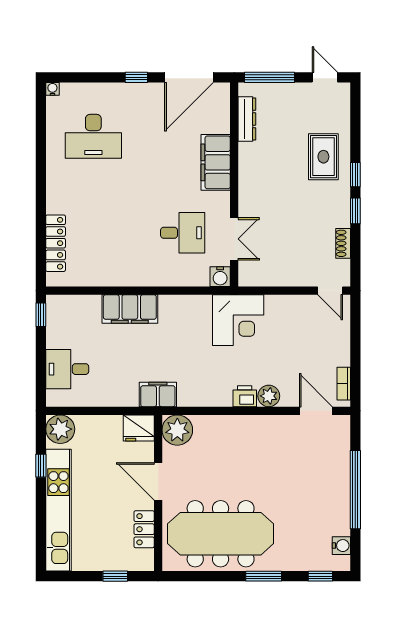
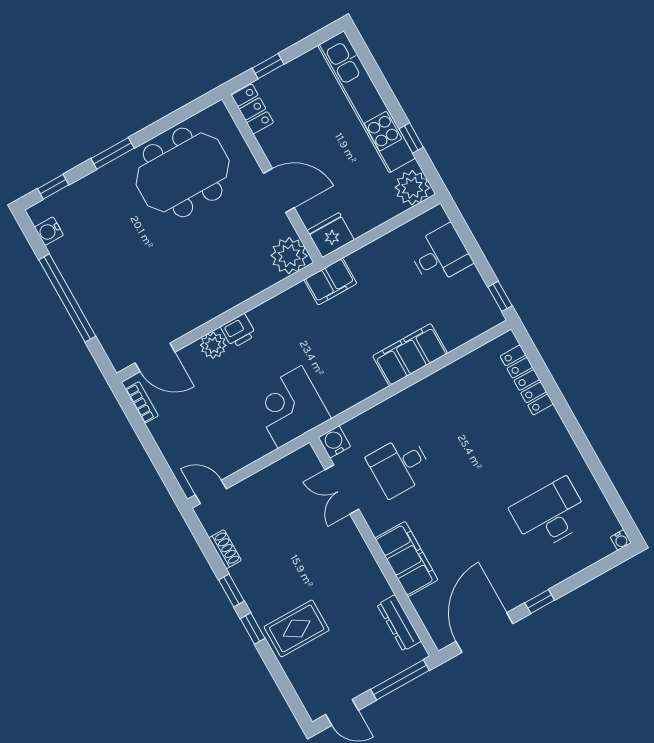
rug: (323, 157) -> (297, 628), turned 90
locker: (144, 529) -> (252, 109), moved
meeting table: (221, 534) -> (183, 172), width x0.73

